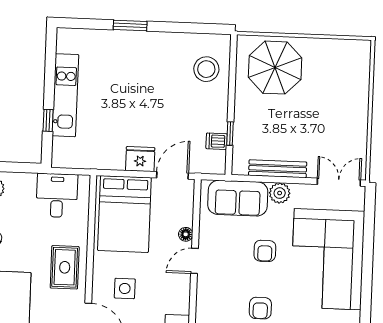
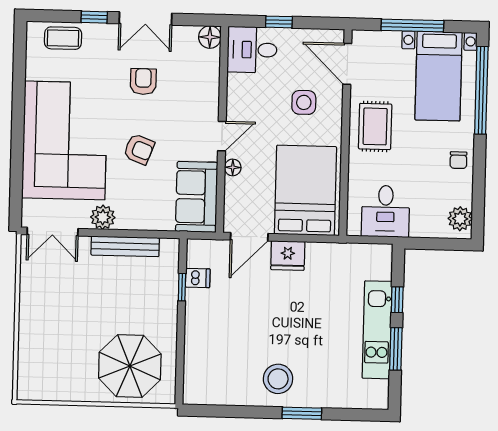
stool: (206, 69) -> (278, 379), moved
window: (50, 79) -> (396, 349), added
plant: (280, 193) -> (103, 217), moved
sofa: (238, 198) -> (197, 197), moved, turned -90
armchair: (265, 251) -> (139, 149), turned 111

